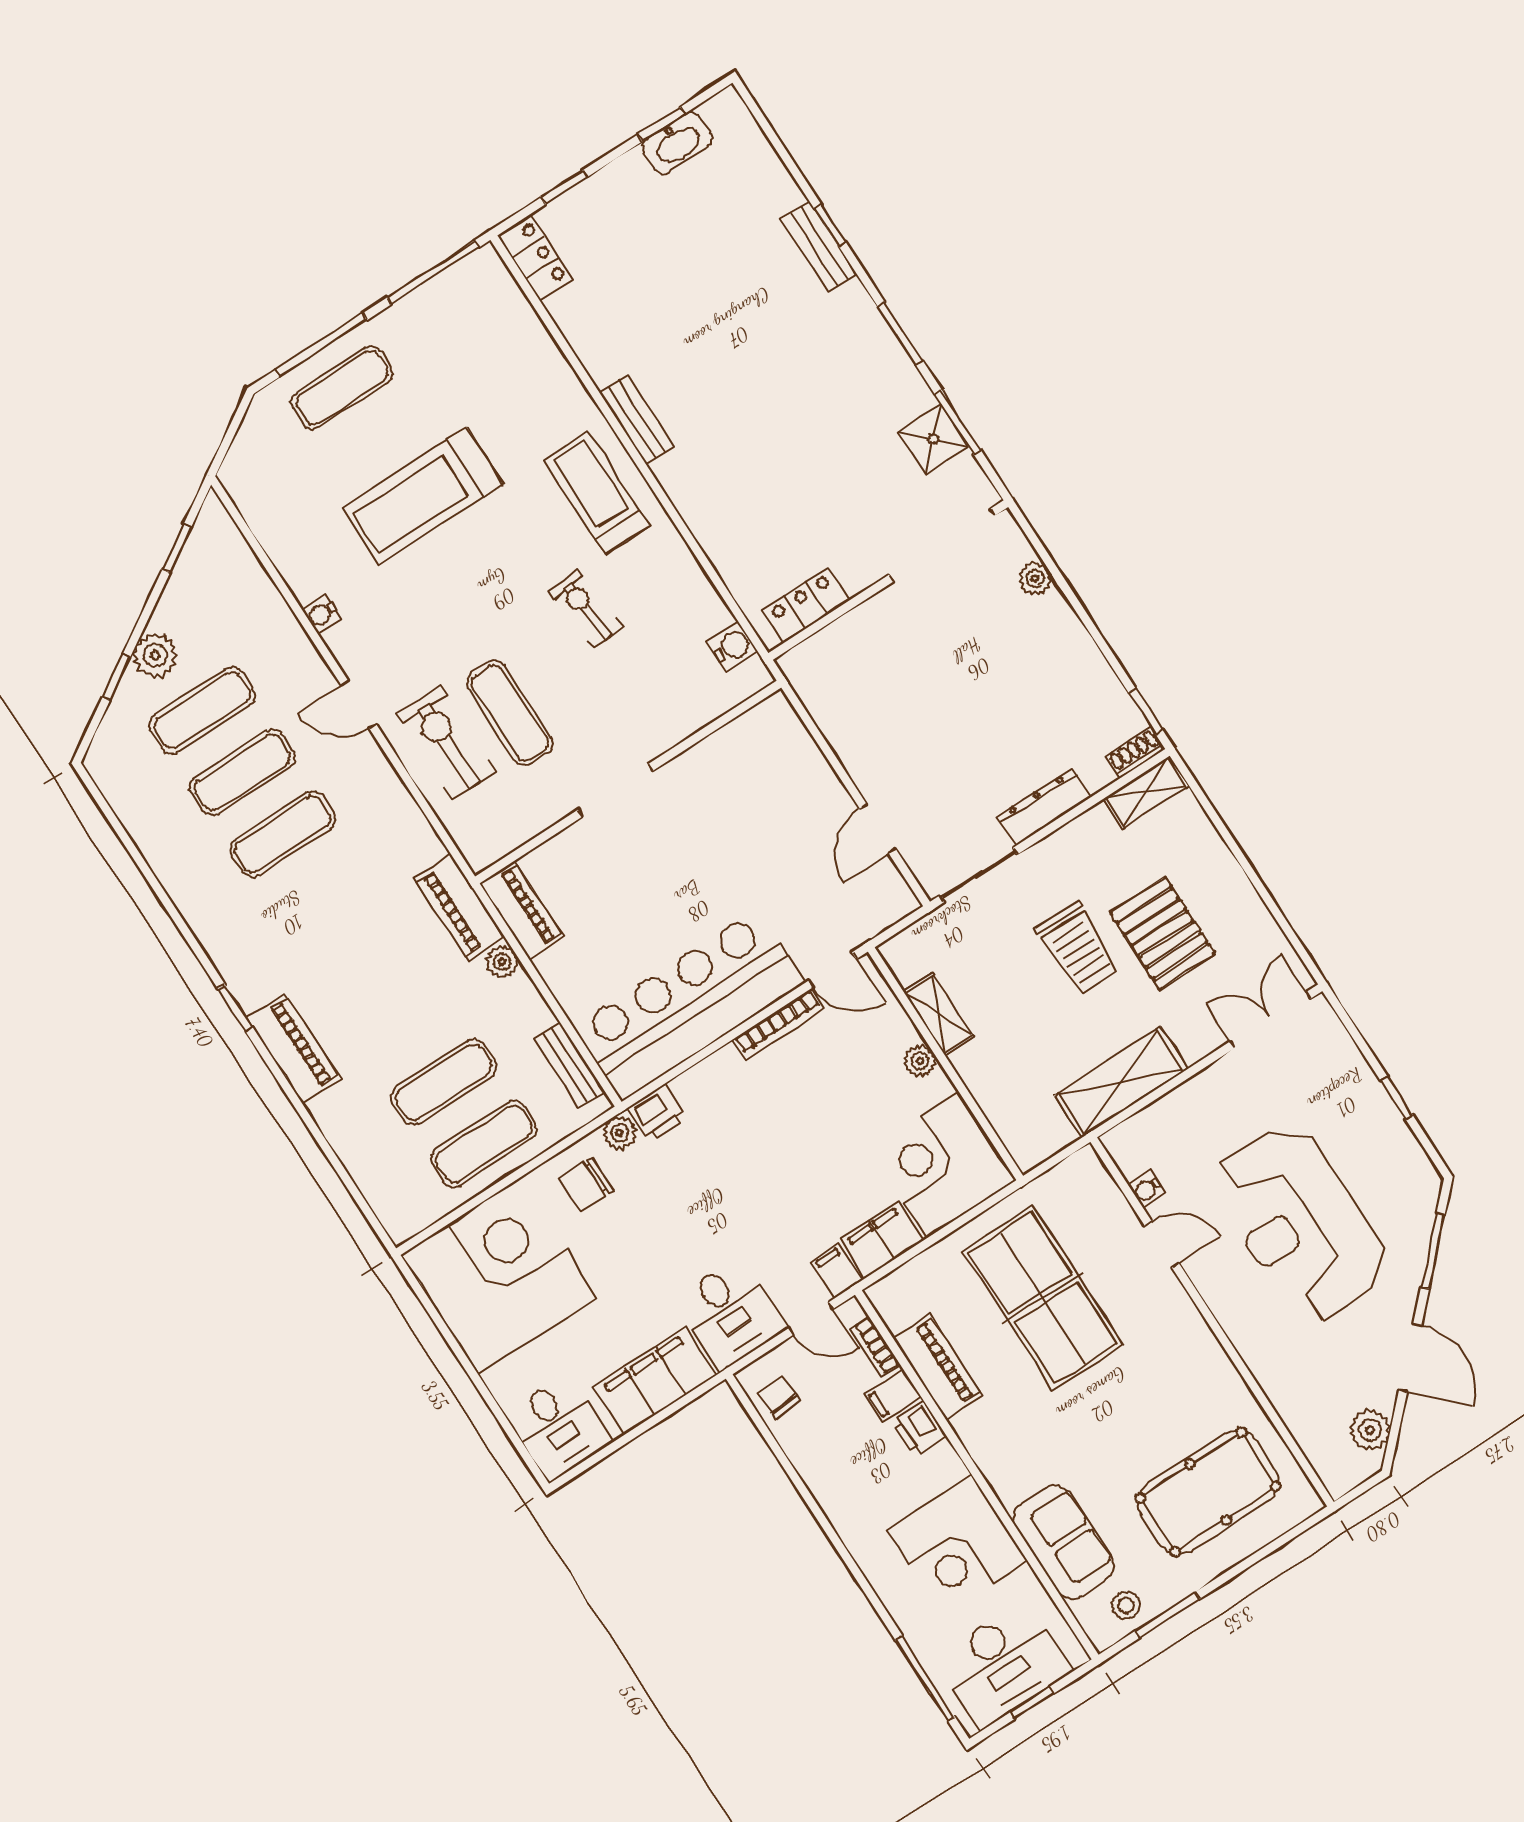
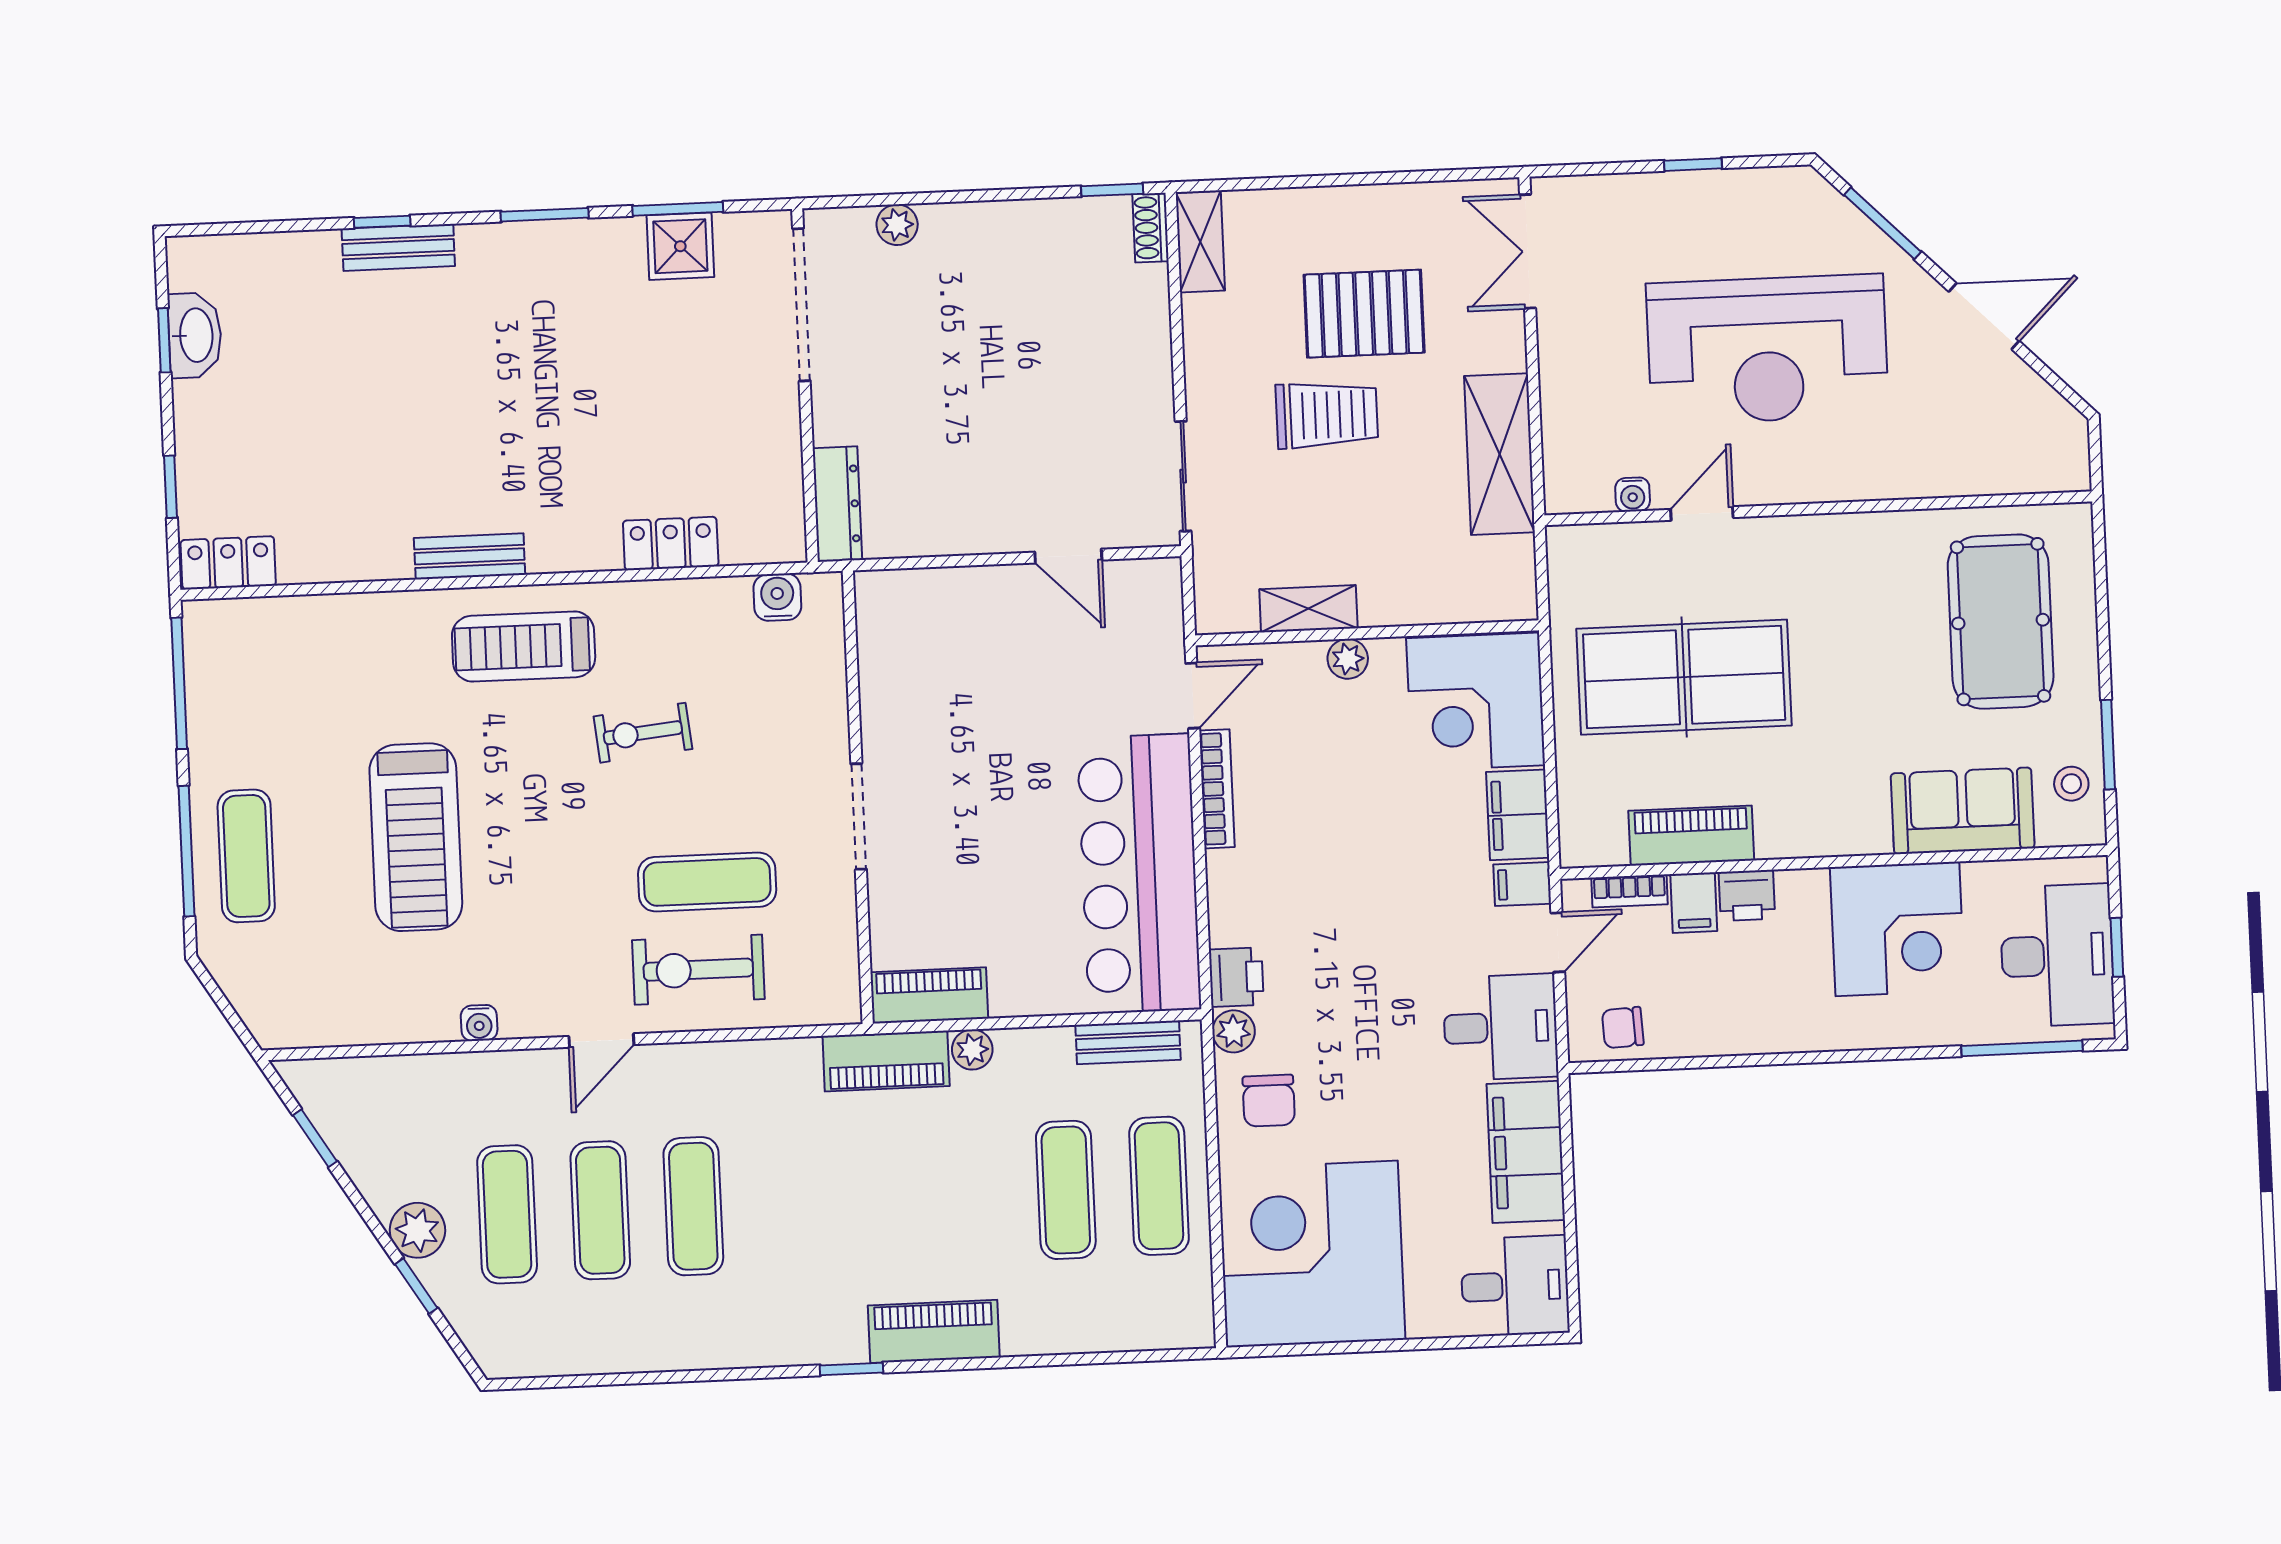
locker: (806, 605) -> (671, 543), moved, turned 90
dresser: (1044, 807) -> (837, 504), moved, turned 180
plant: (1370, 1430) -> (2037, 406), removed

